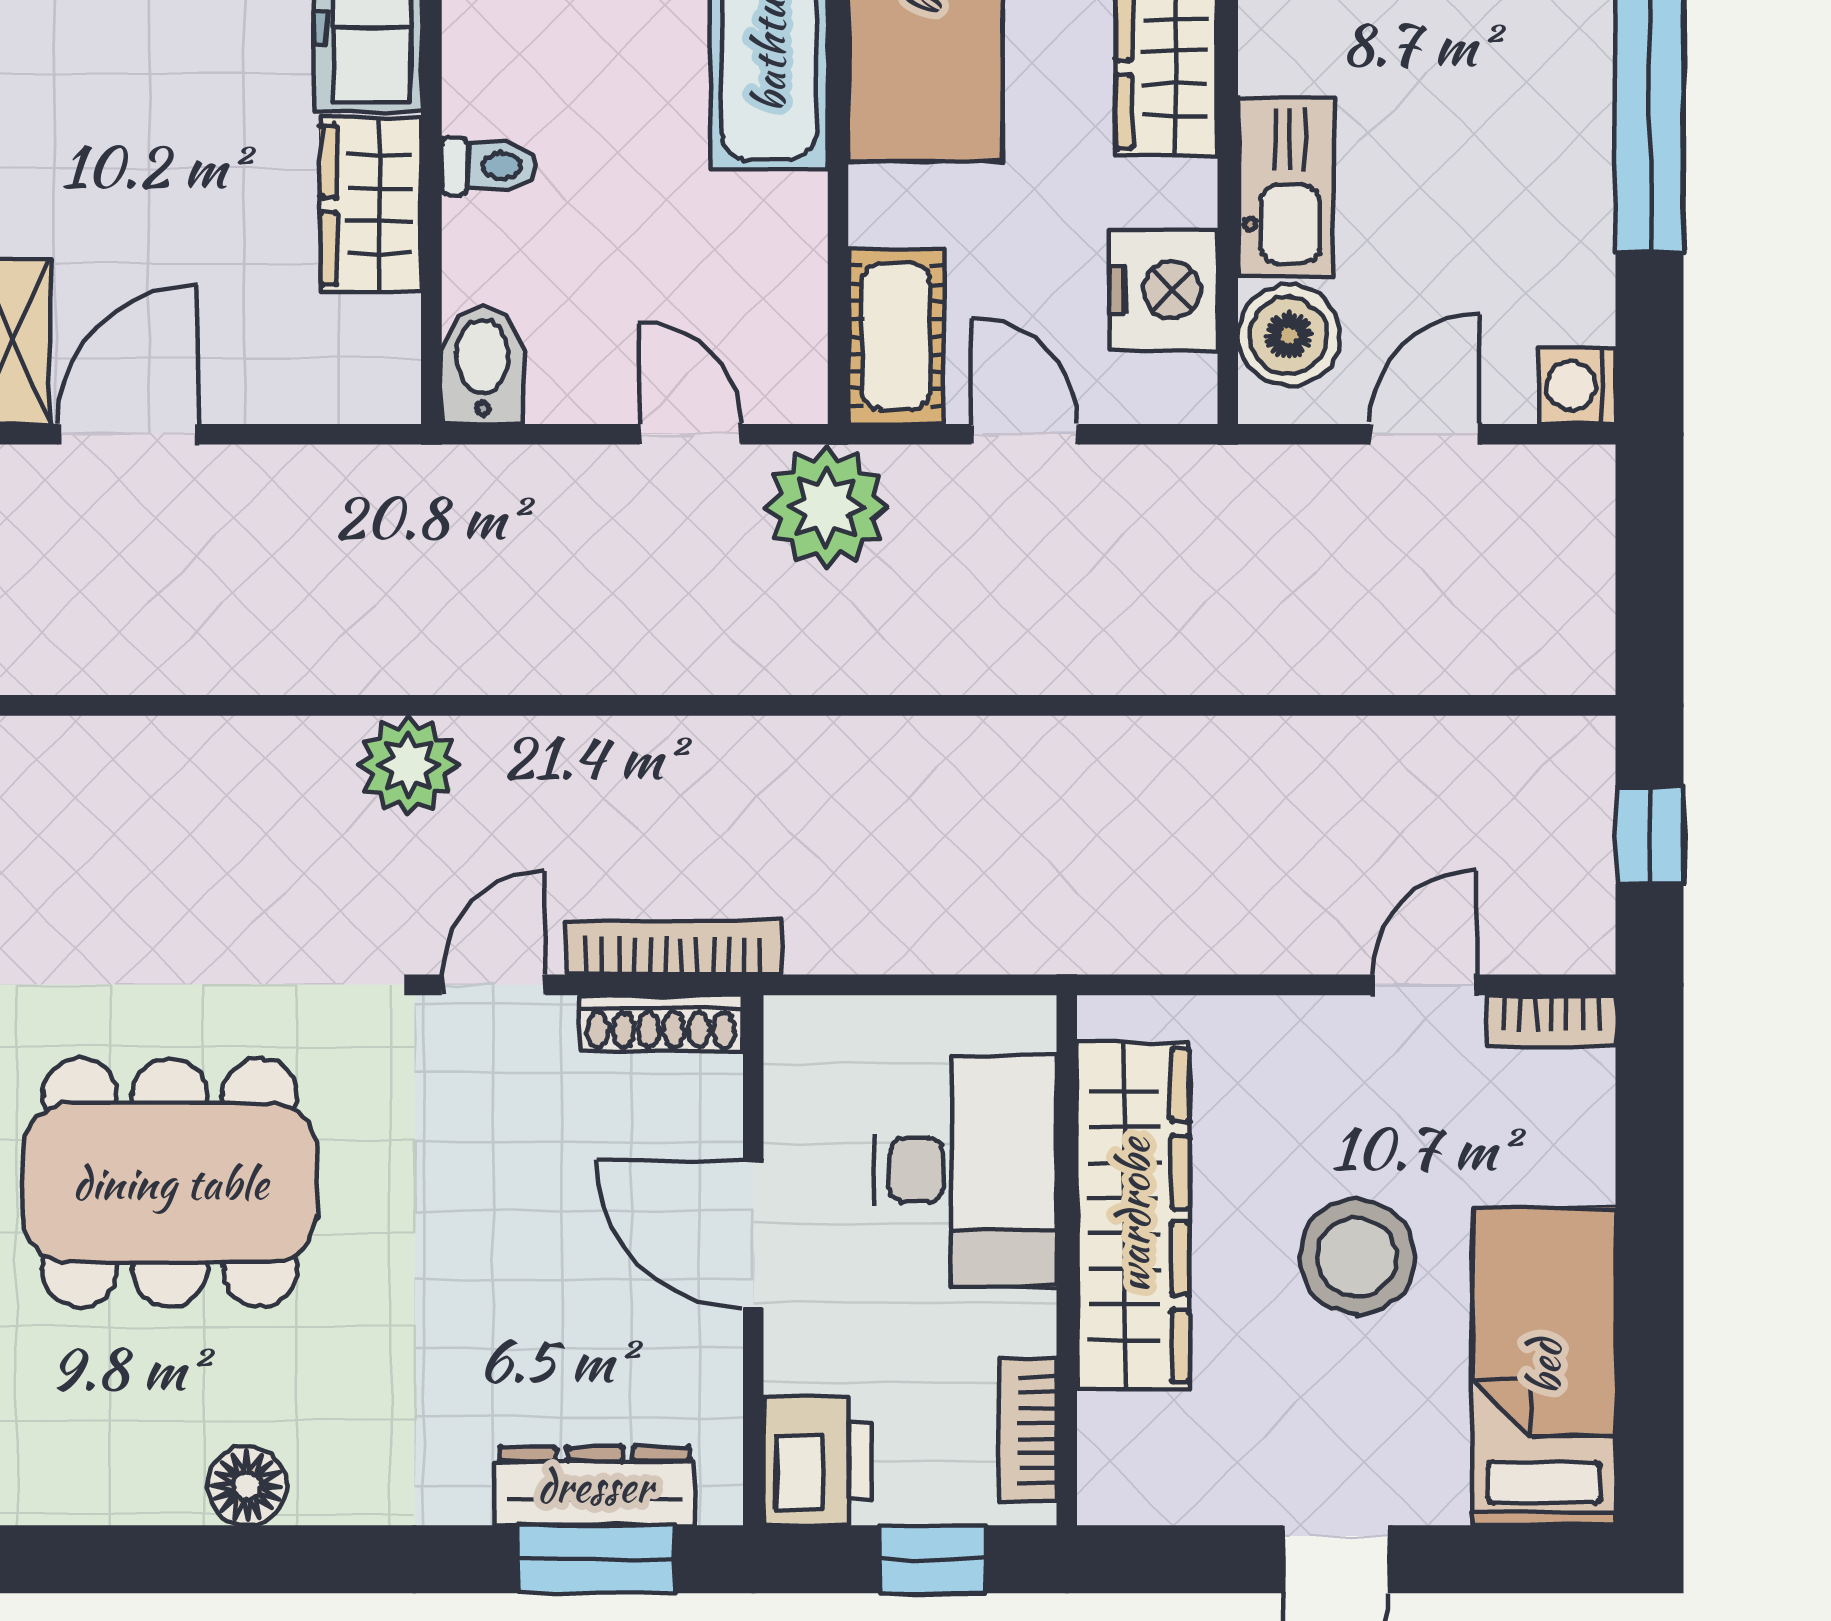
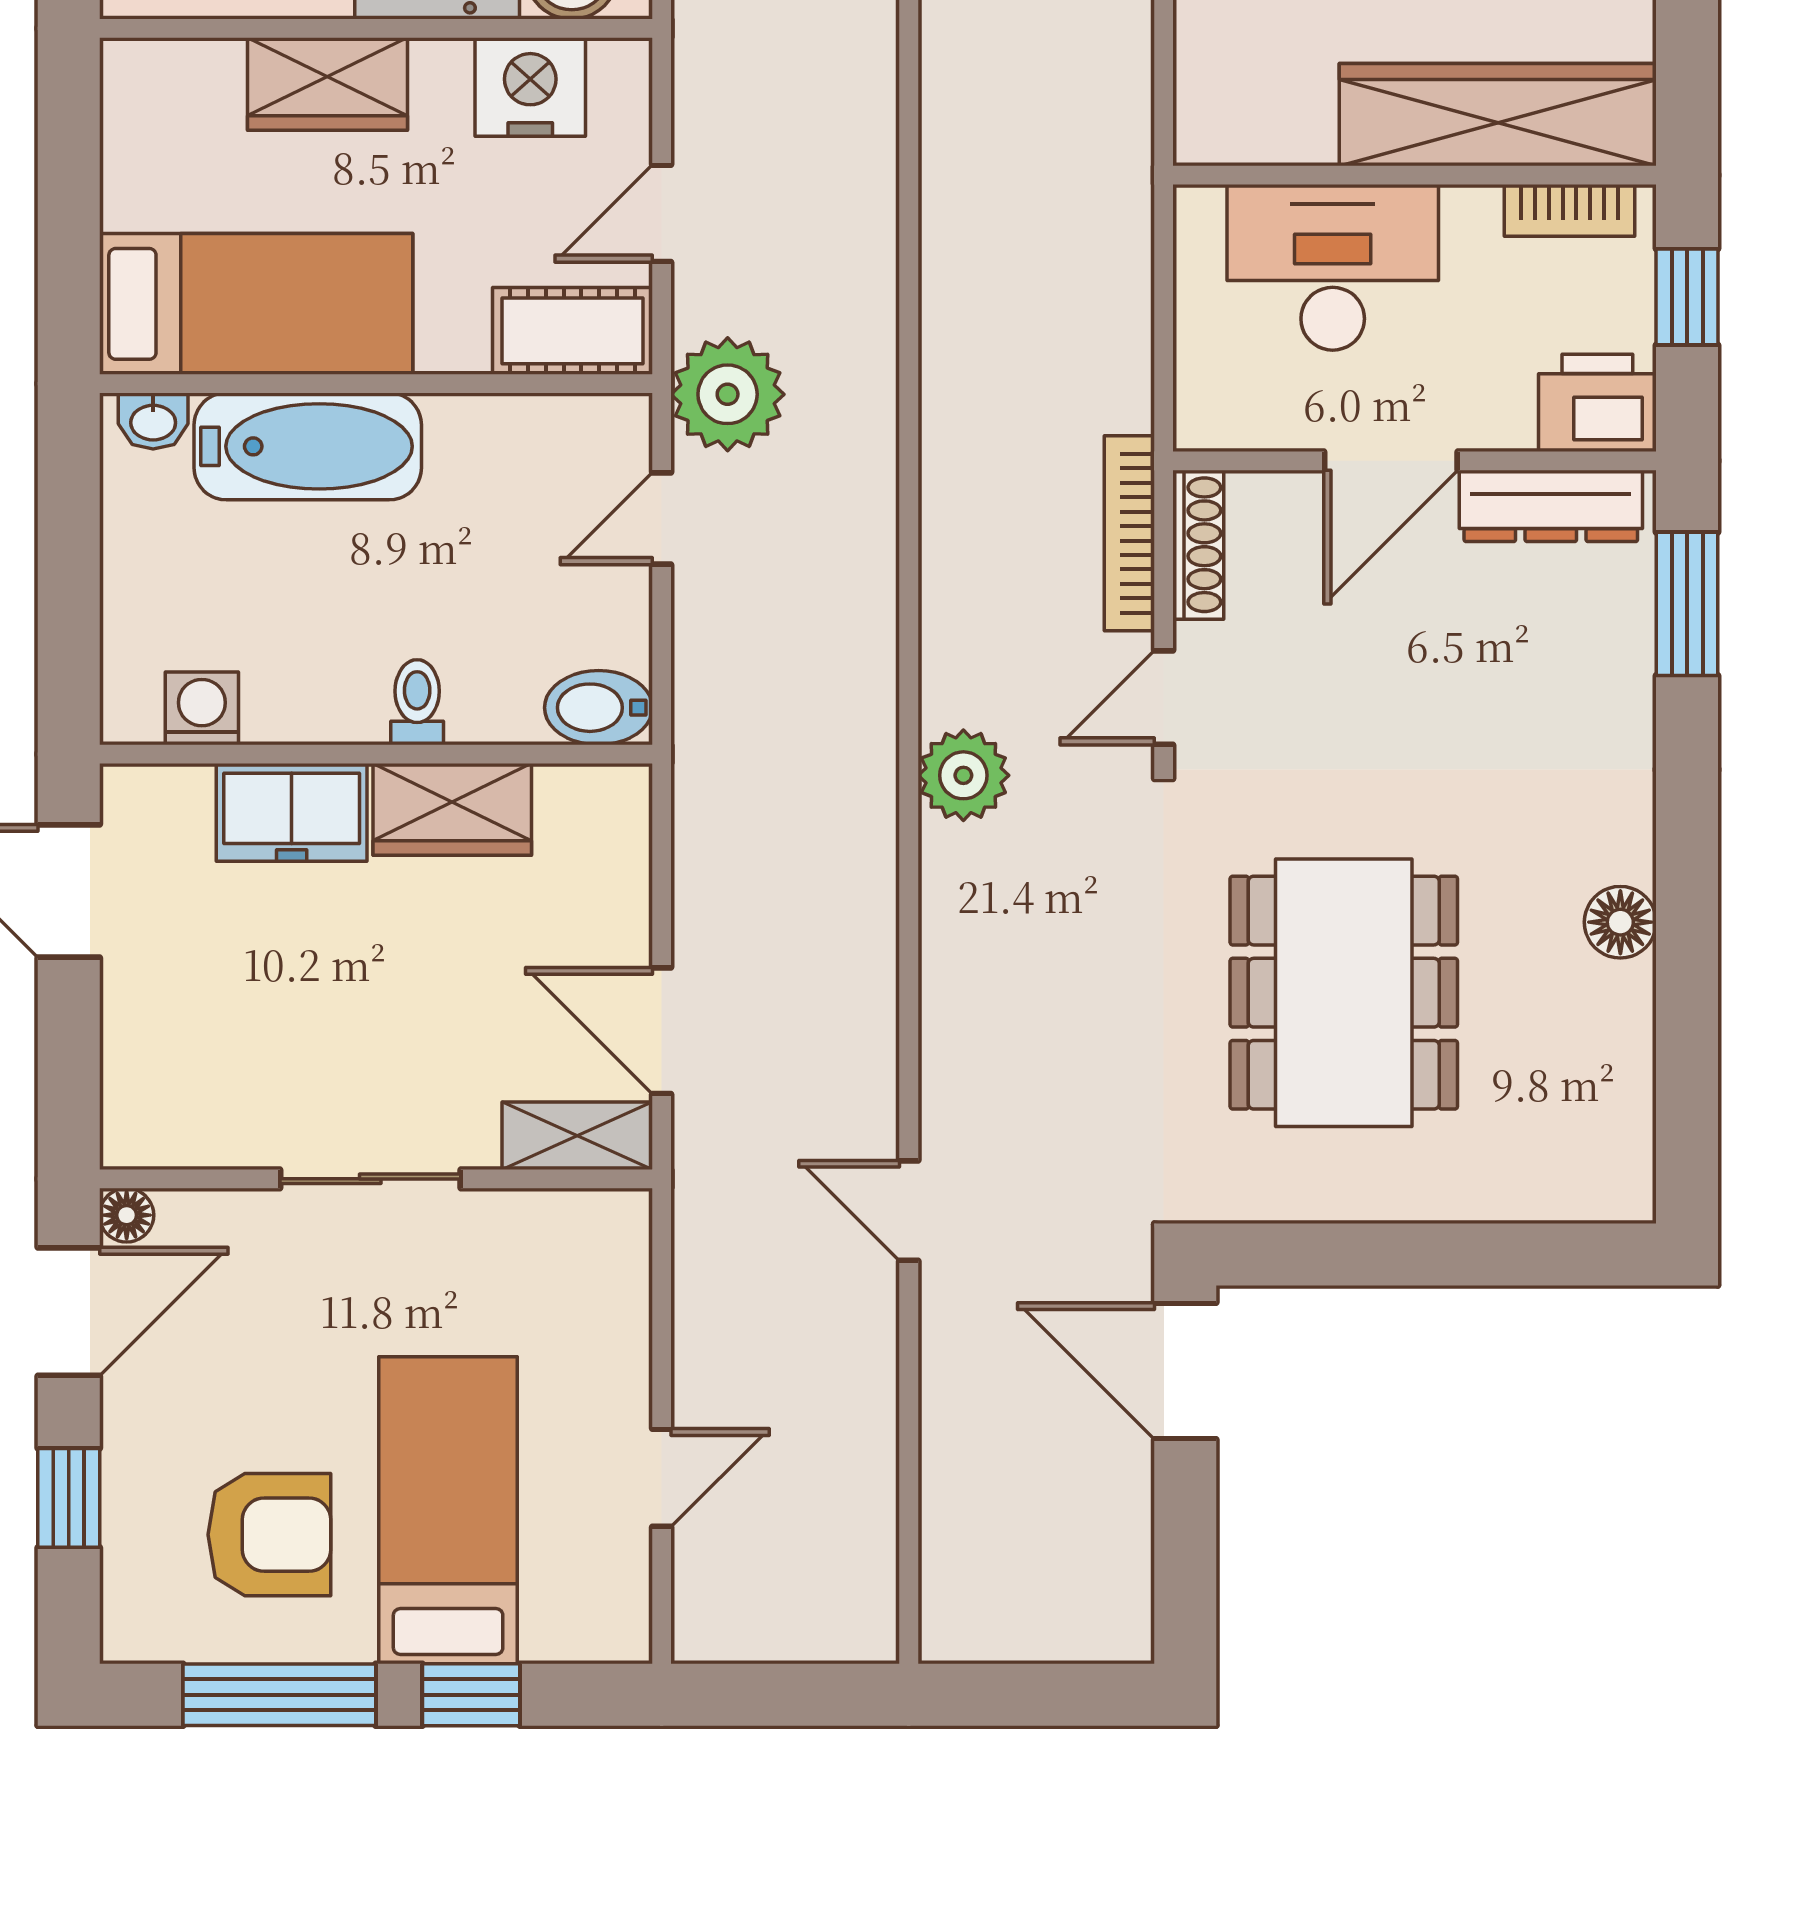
door: (493, 985) -> (1164, 698), hinge flipped
wardrobe: (1133, 1216) -> (1498, 115), moved
dresser: (595, 1486) -> (1551, 506), moved, turned -90

